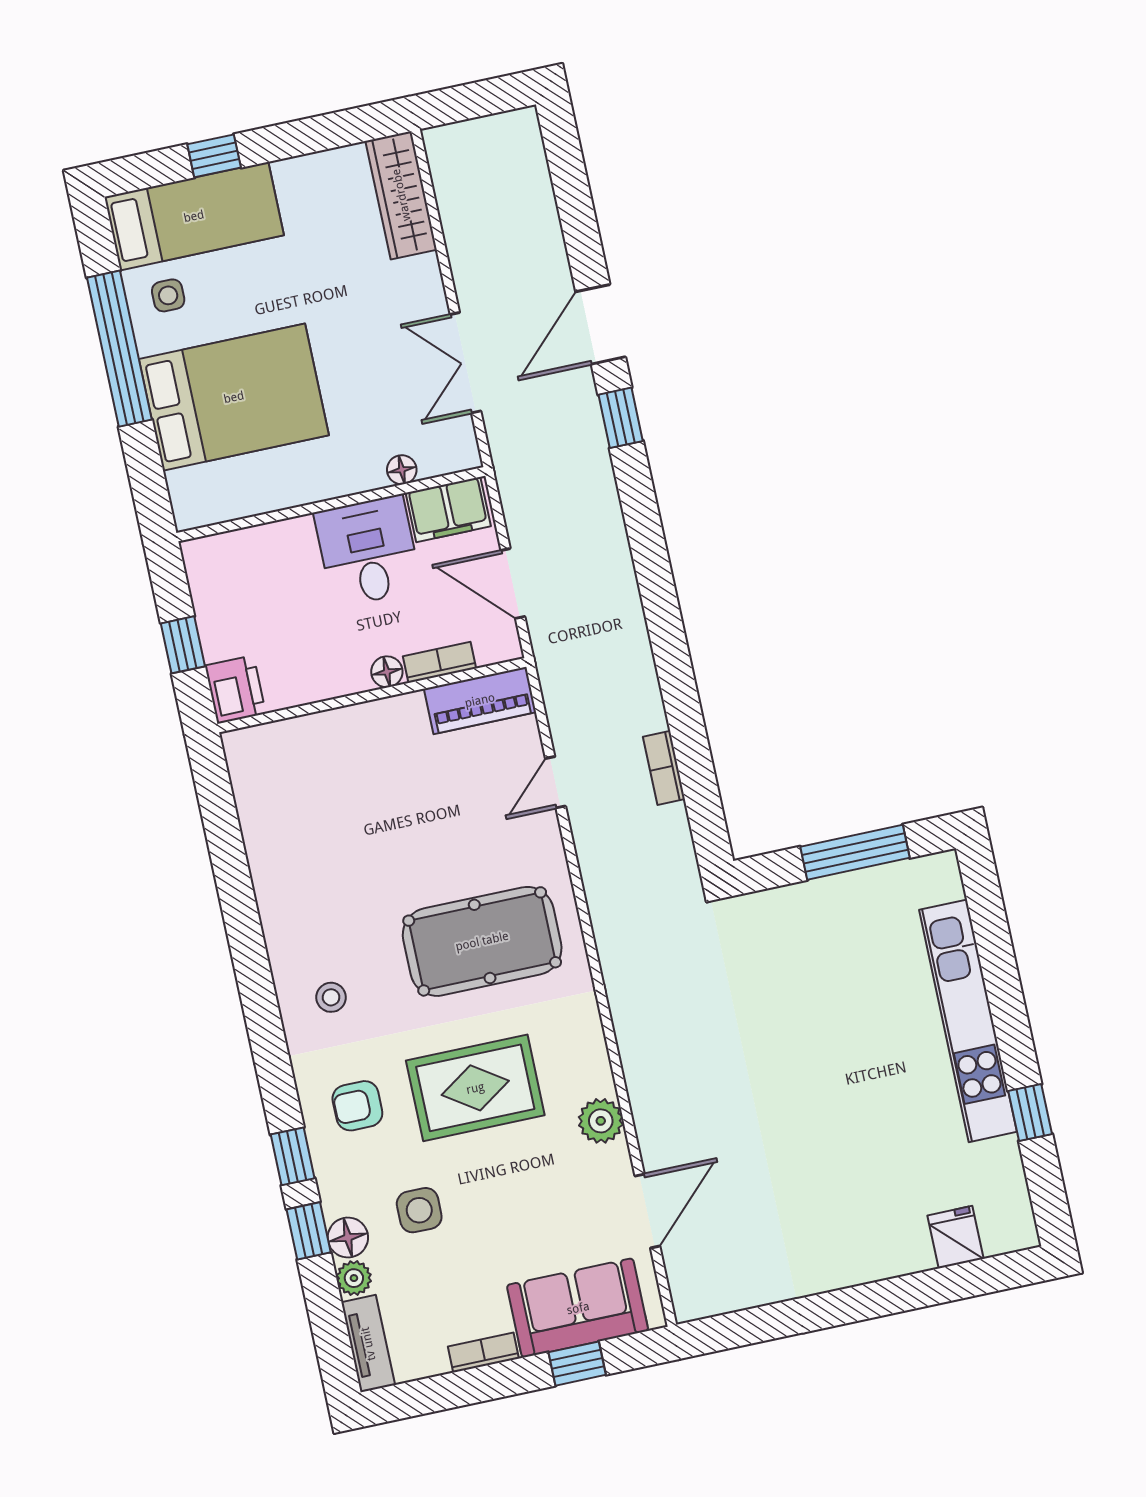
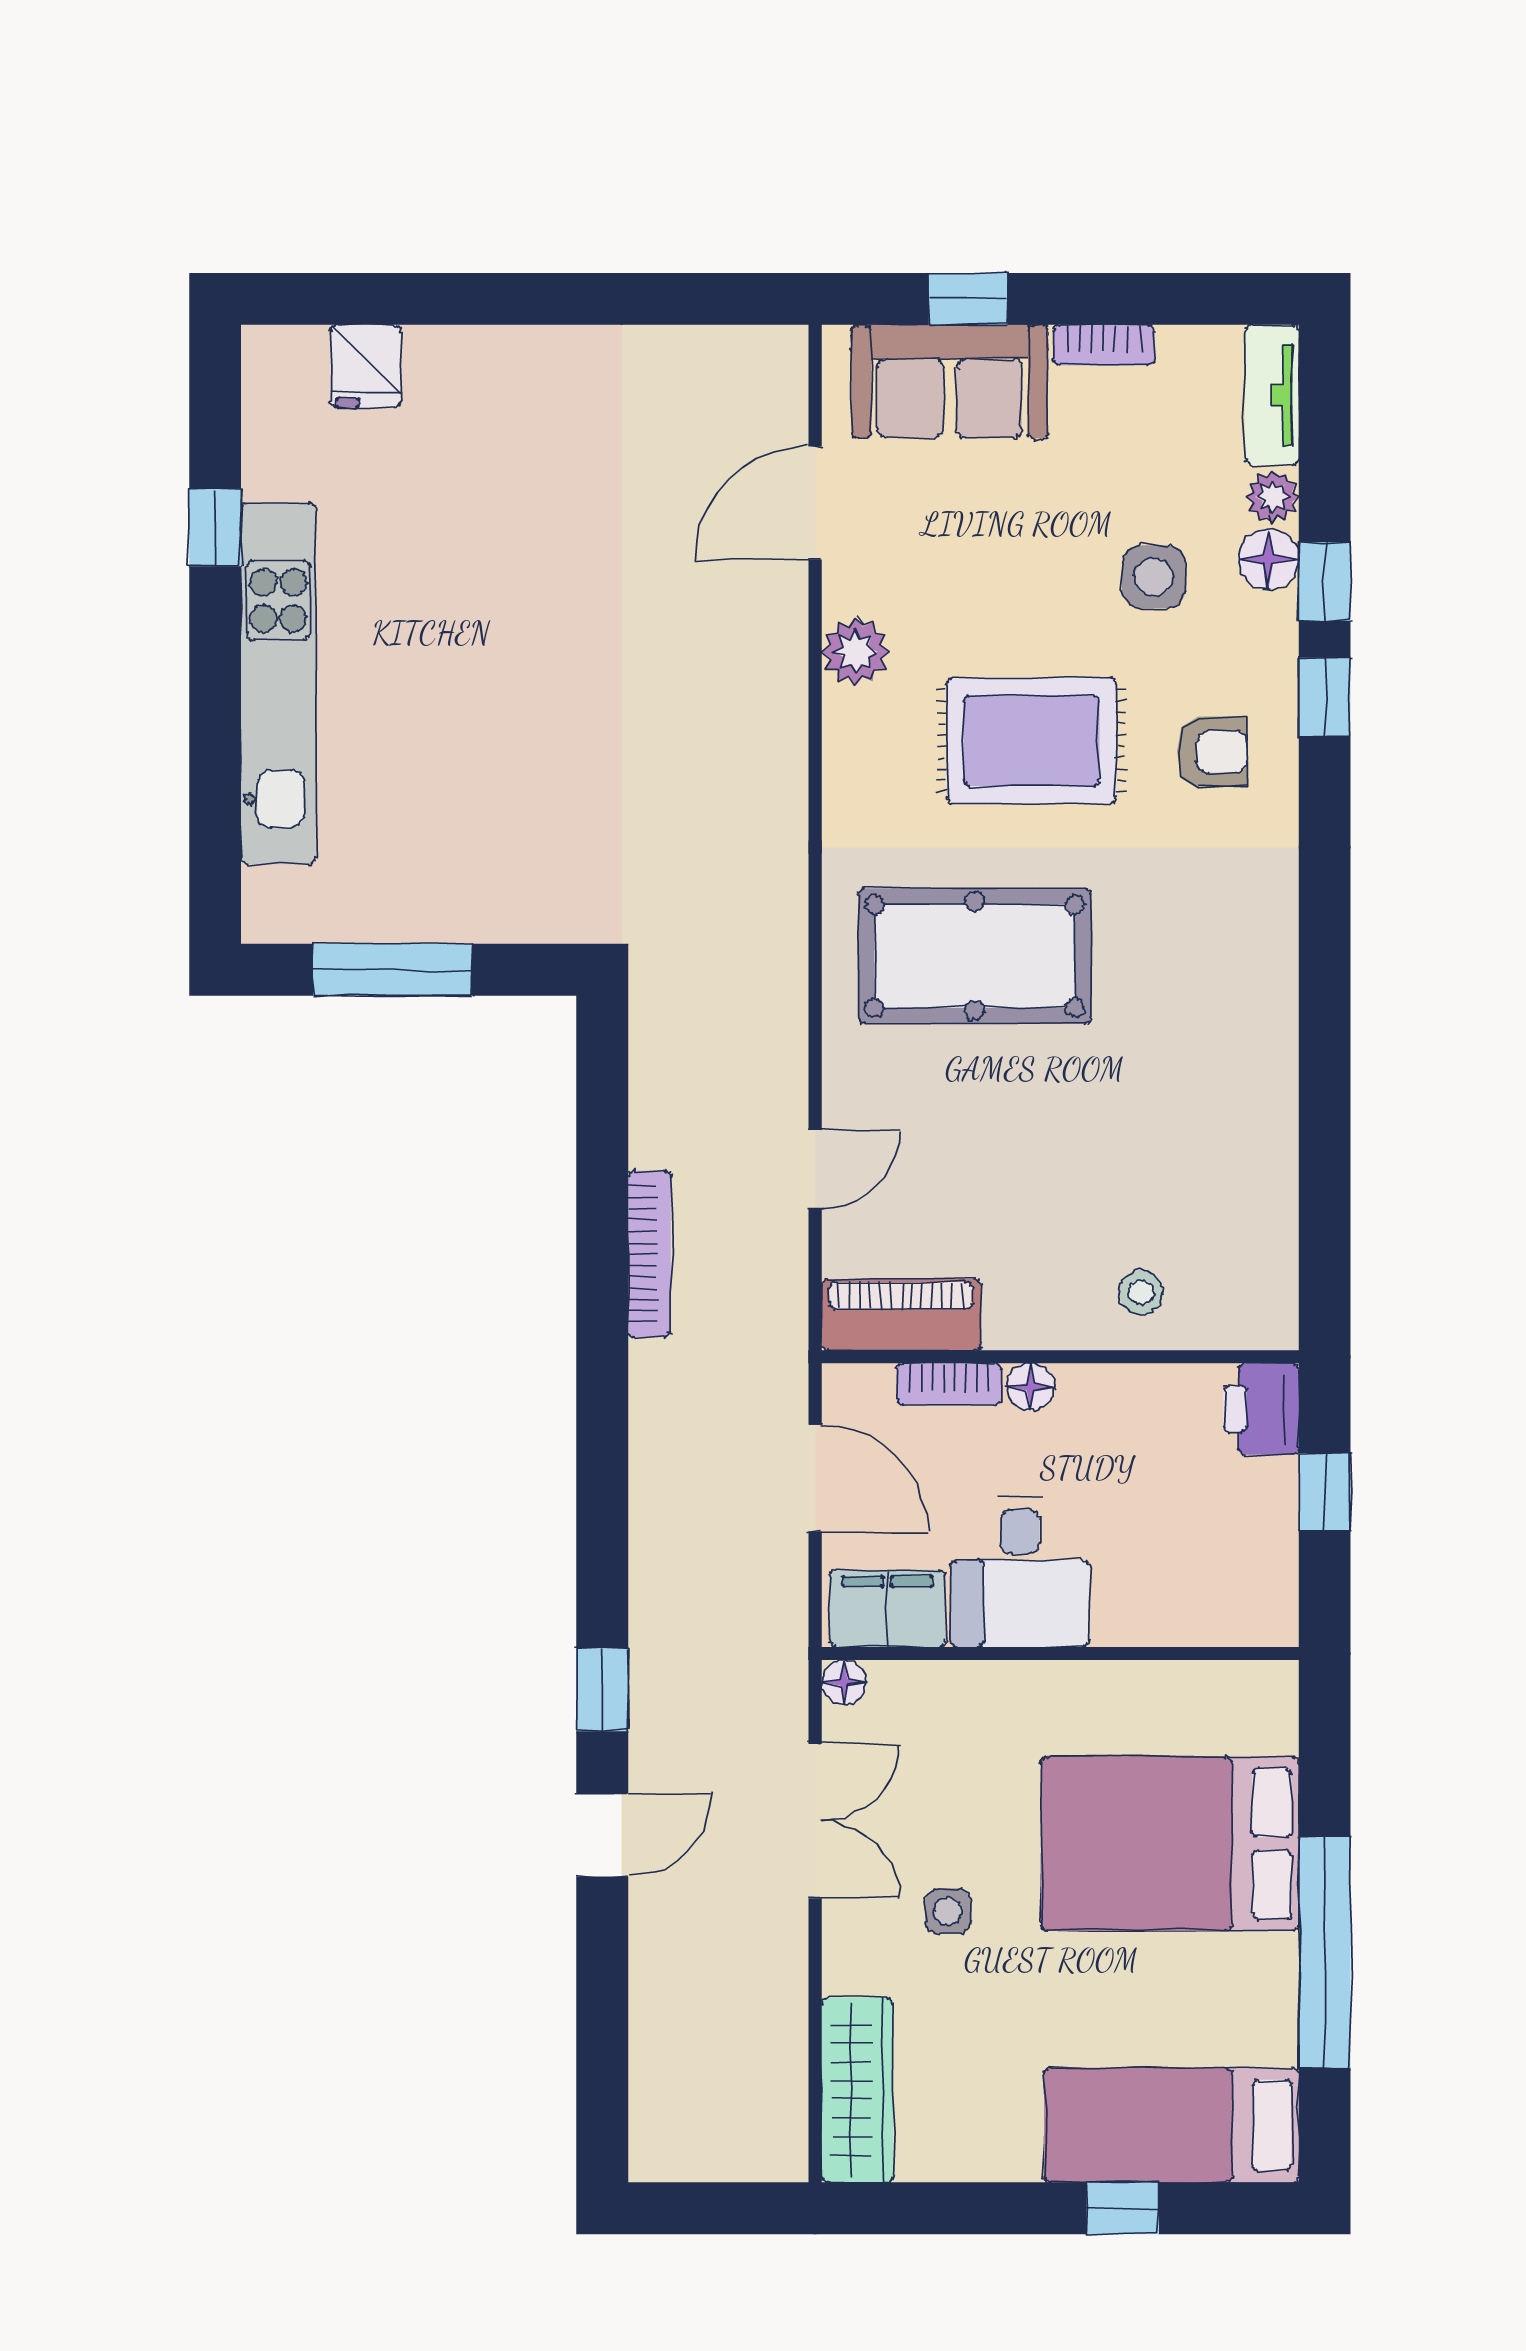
side table: (168, 295) -> (948, 1911), moved
door: (601, 324) -> (602, 1835), width x0.73
floor lamp: (402, 470) -> (844, 1682), moved
bookcase: (664, 768) -> (649, 1254), moved, width x1.56
stool: (331, 997) -> (1141, 1292), moved

